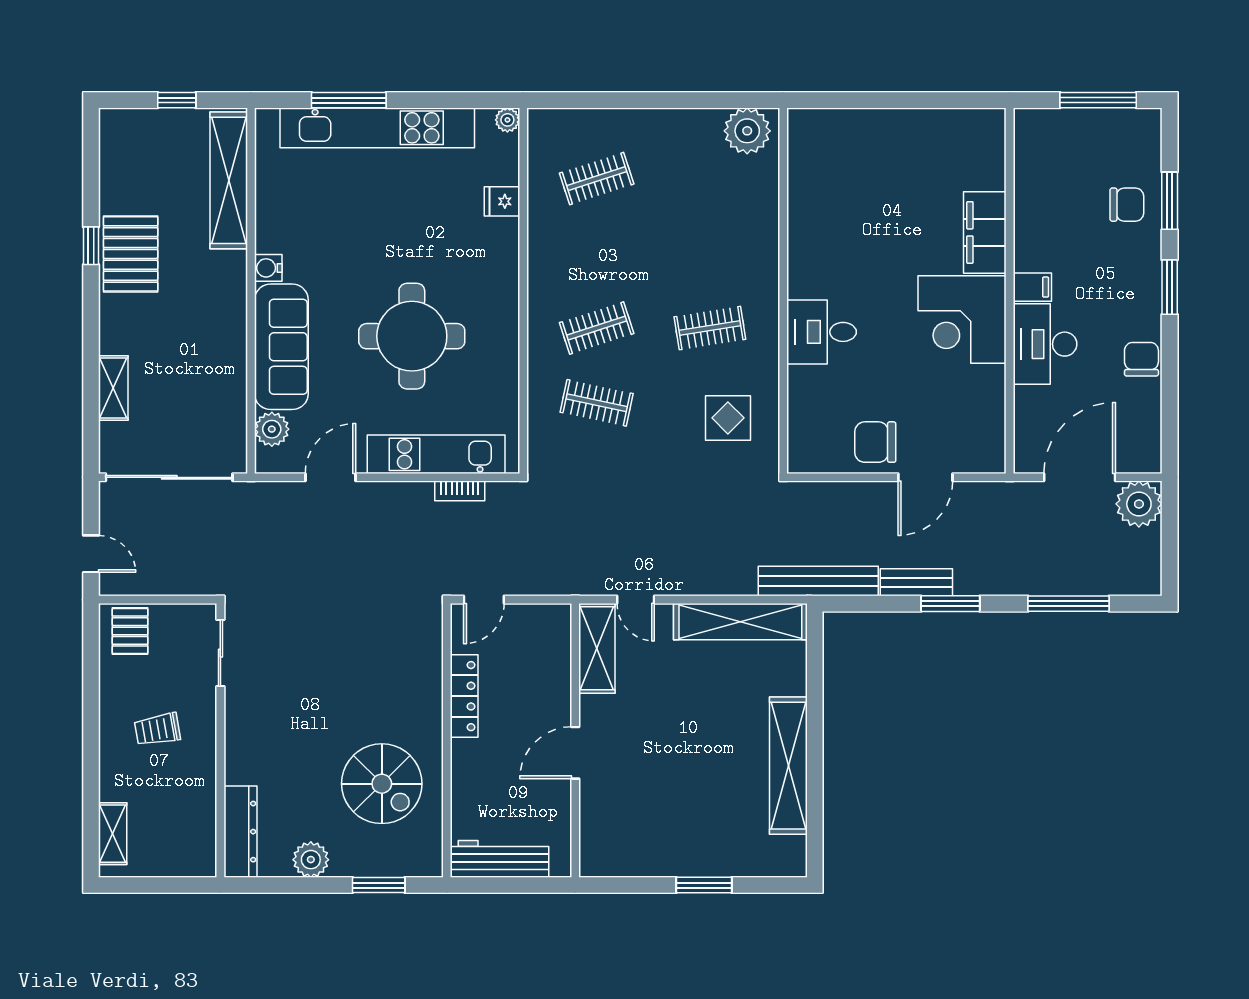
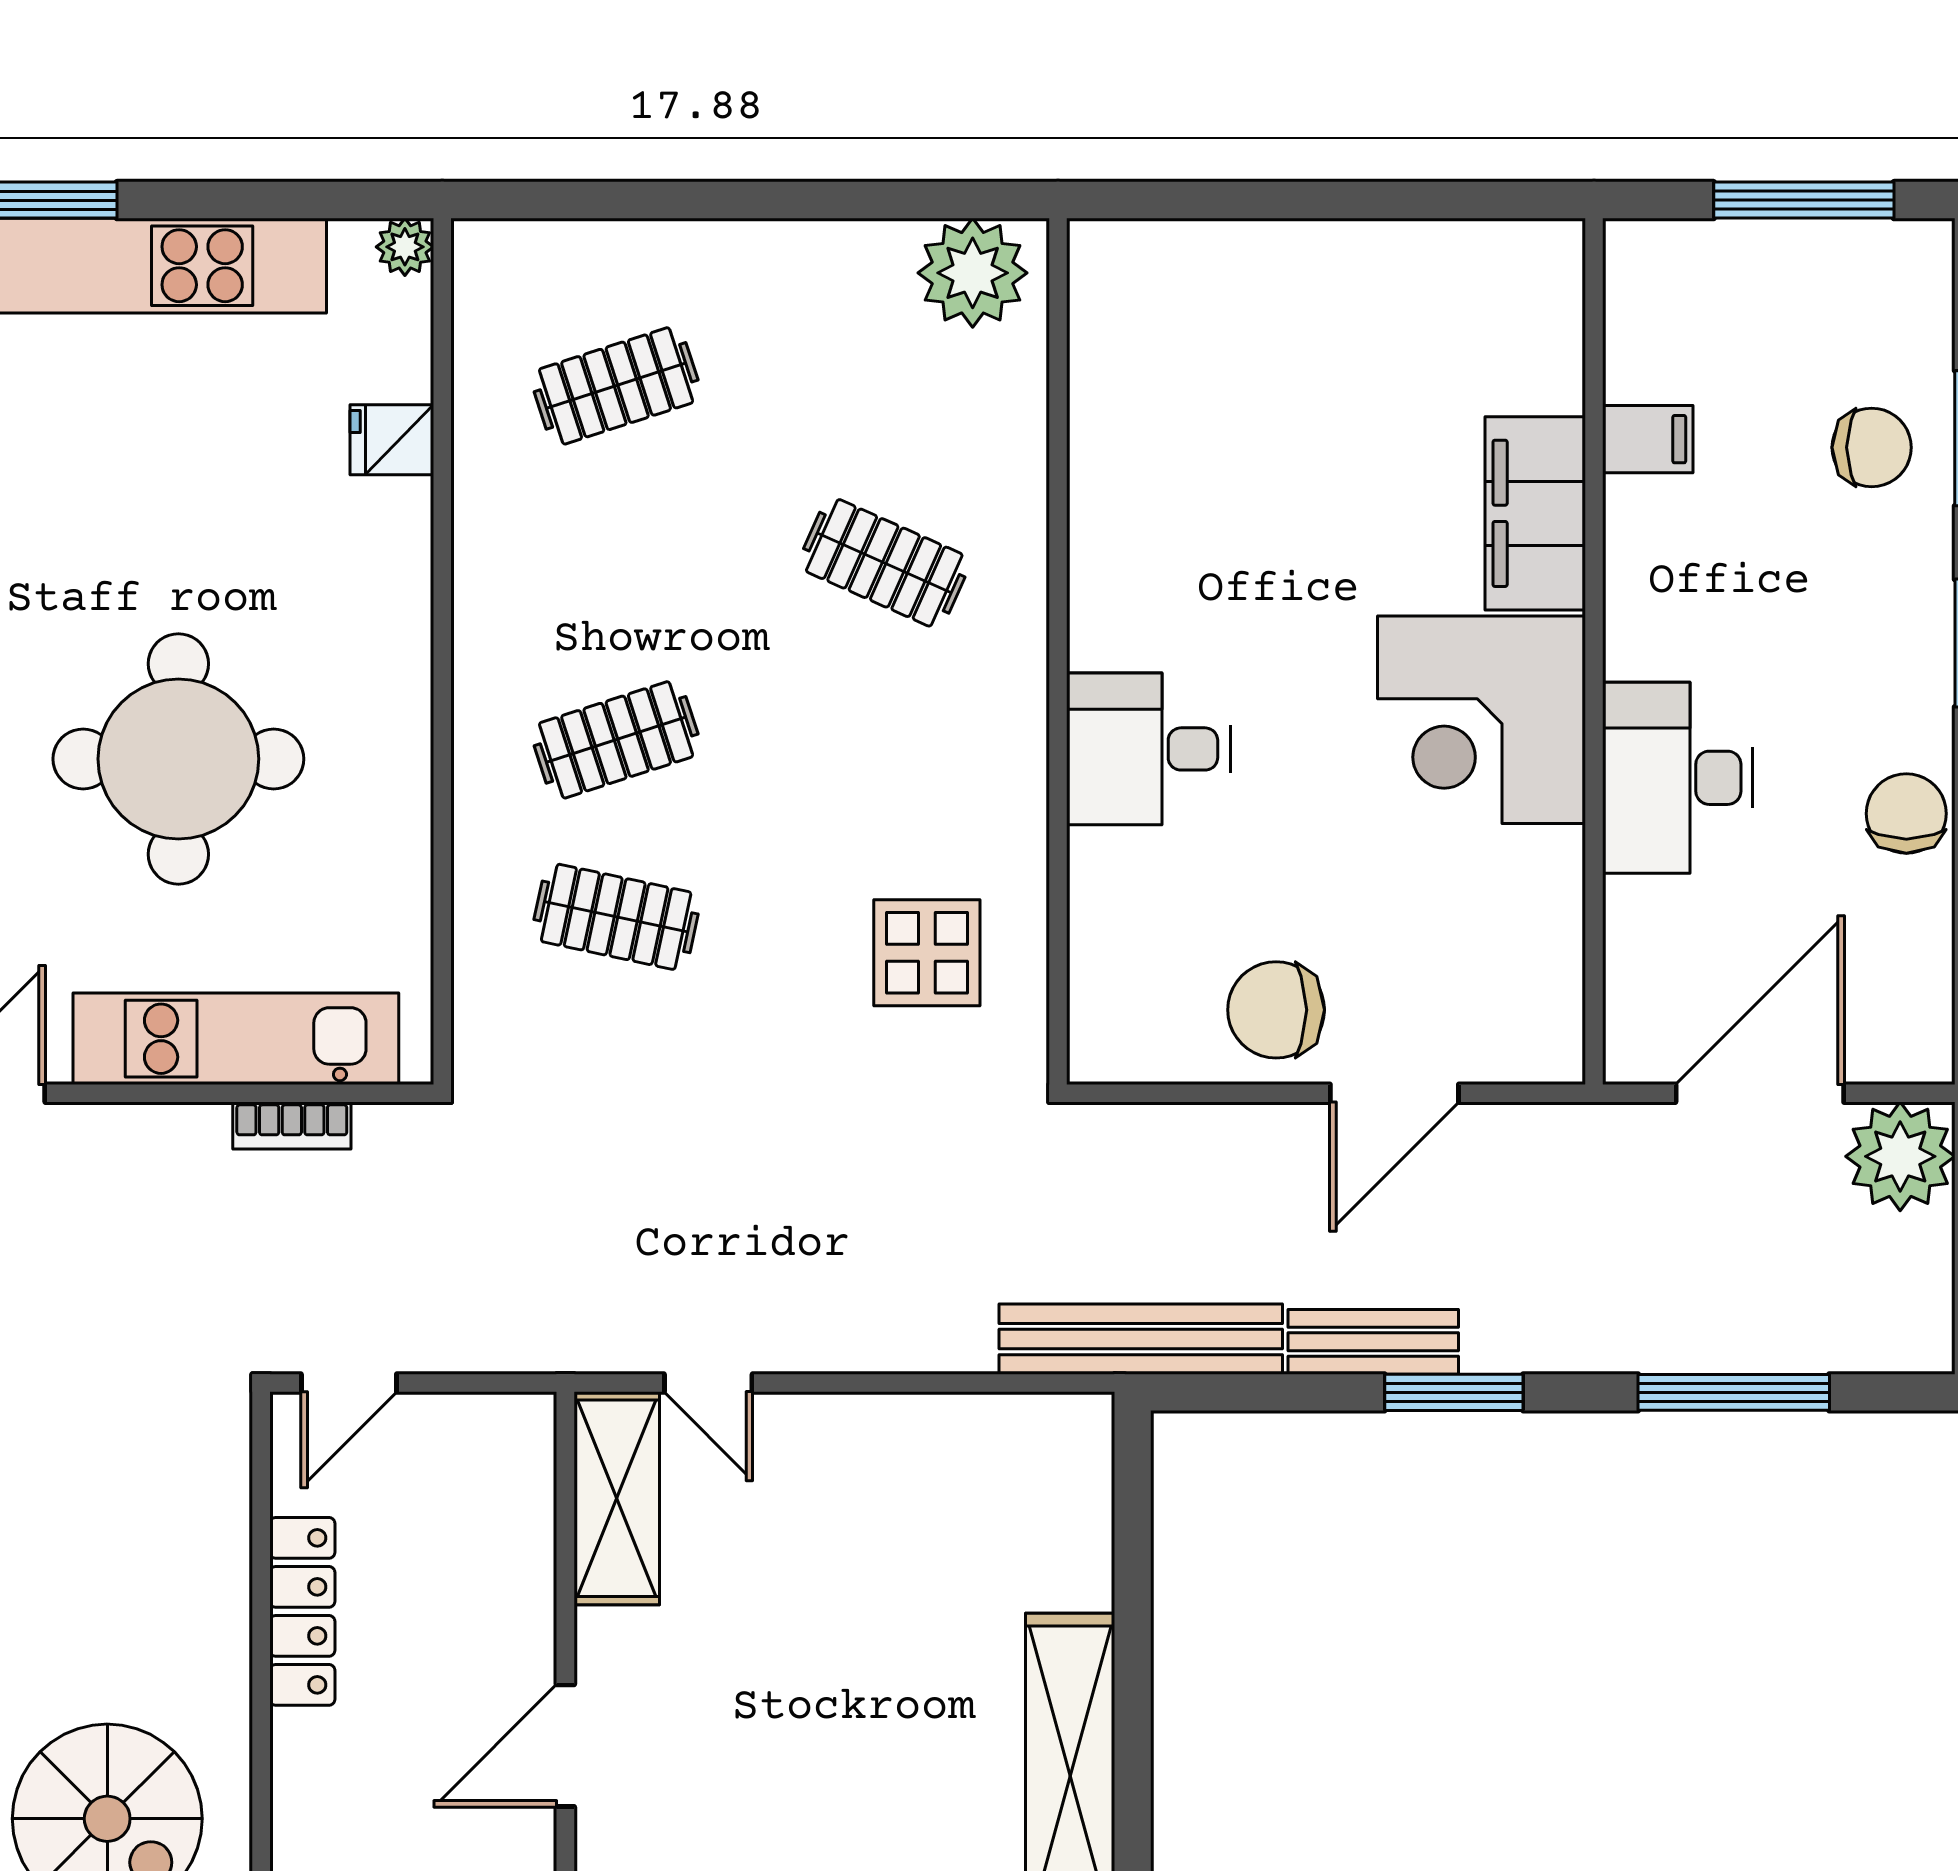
filing cabinet: (1032, 287) -> (1648, 439), moved
clothes rail: (710, 328) -> (884, 563), moved, turned 33
shelving: (740, 622) -> (956, 1435), removed

